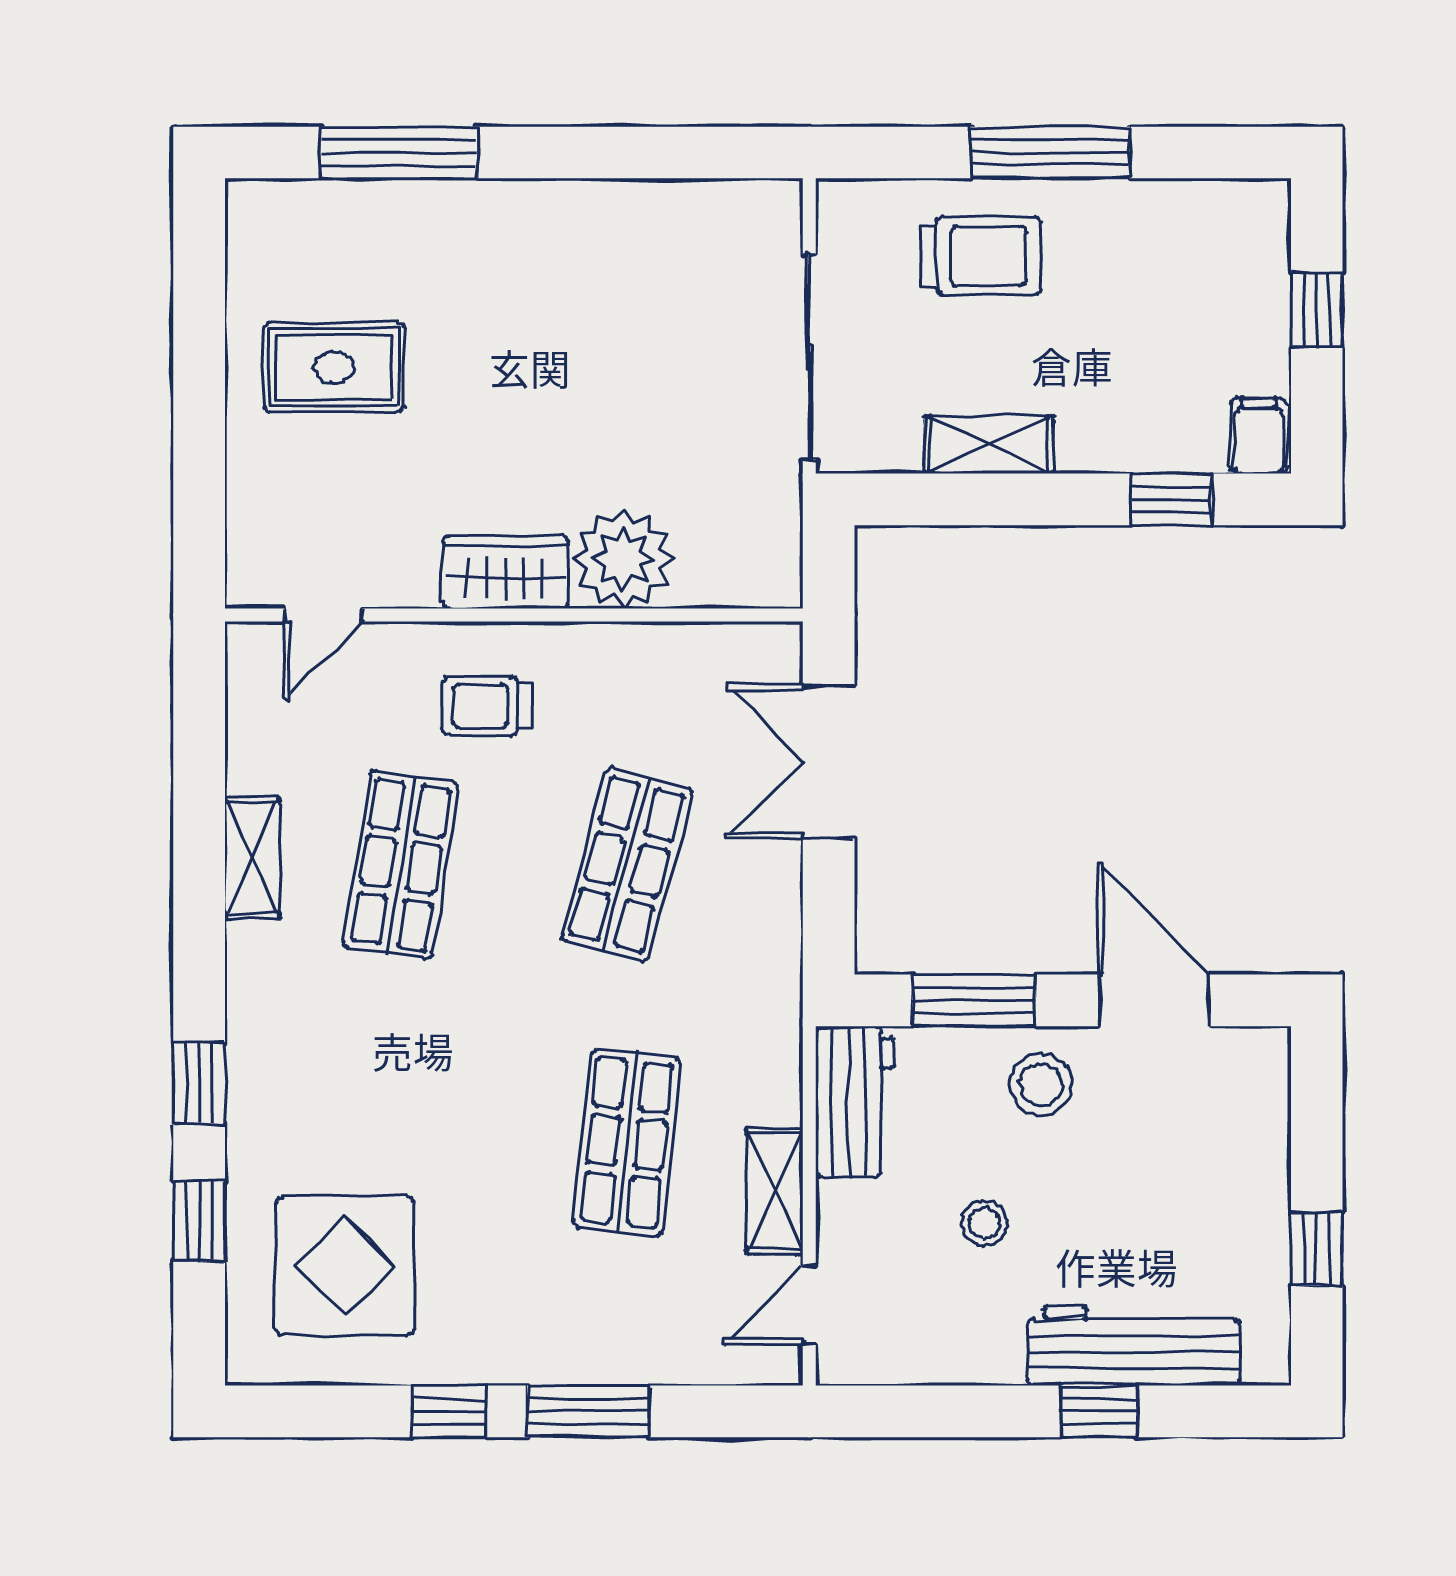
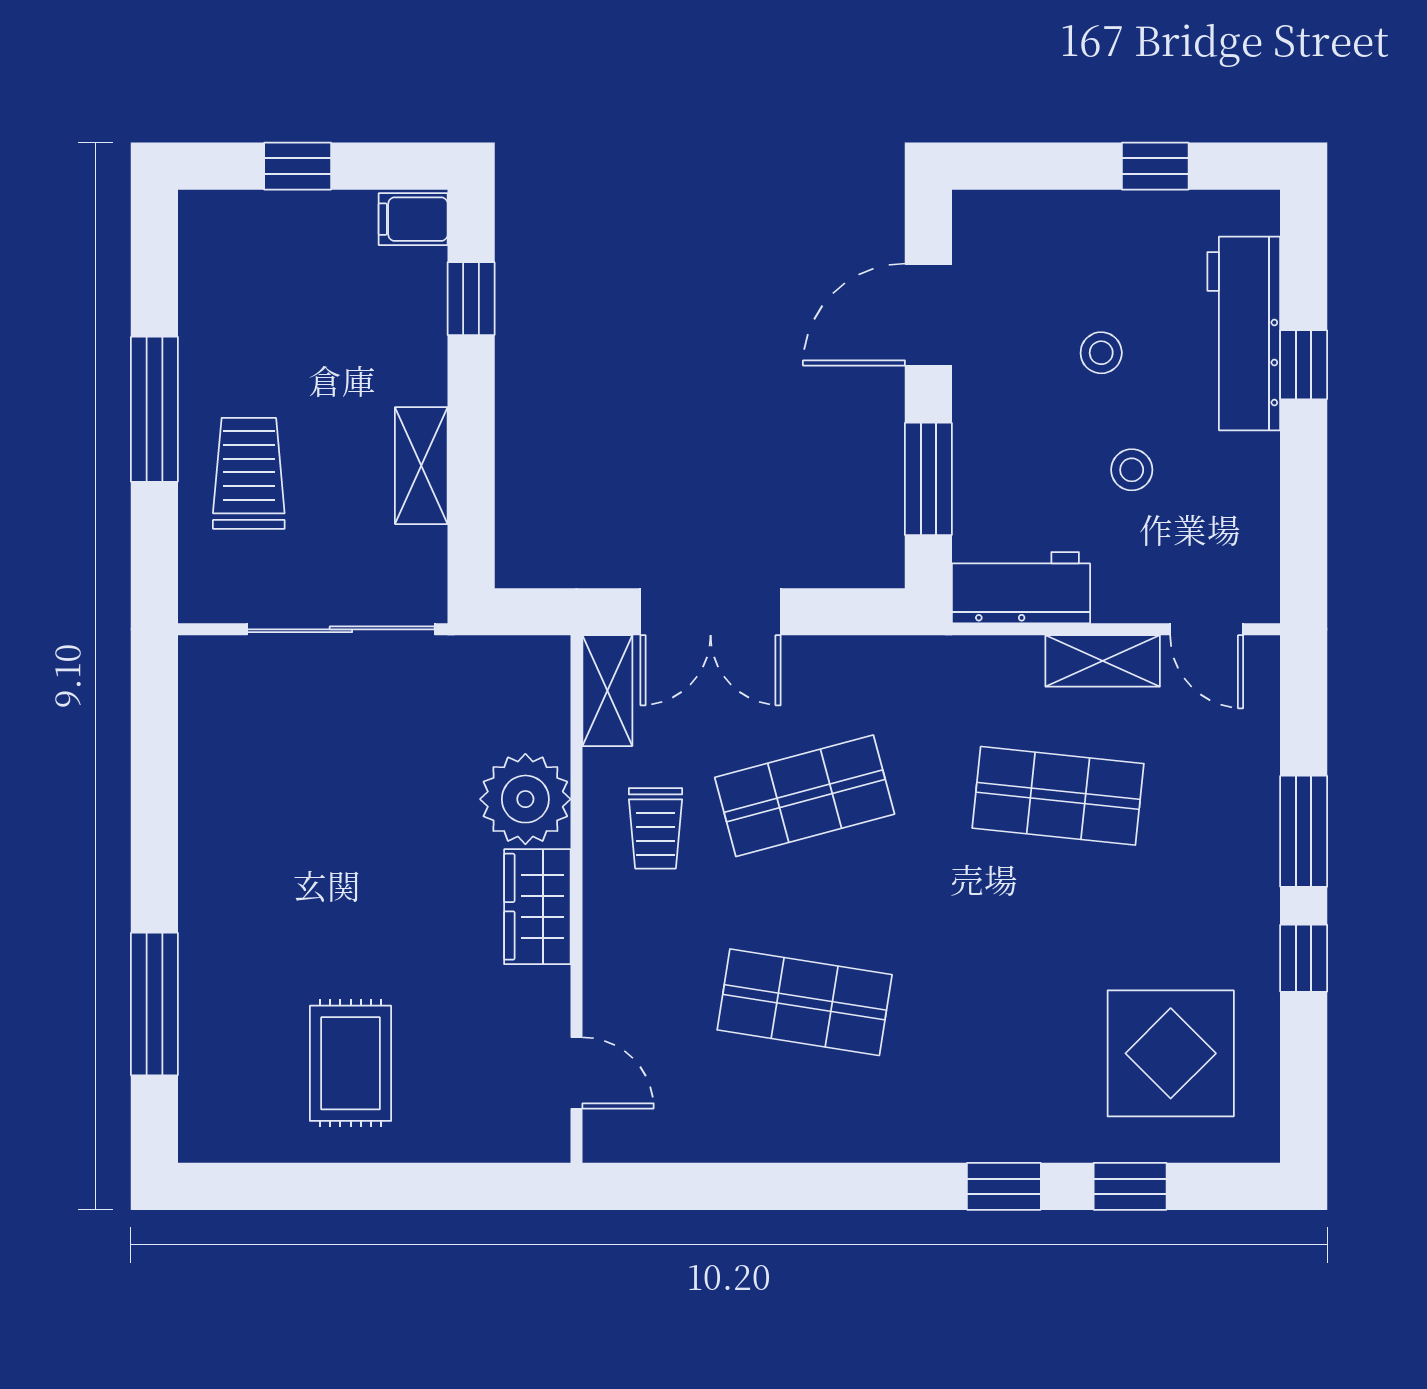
trolley: (486, 706) -> (655, 828), moved
shelving: (252, 858) -> (607, 691), moved, turned 90
shop shelf: (627, 865) -> (805, 796), turned -30
stool: (1041, 1085) -> (1101, 353), moved, width x0.73, depth x0.73

